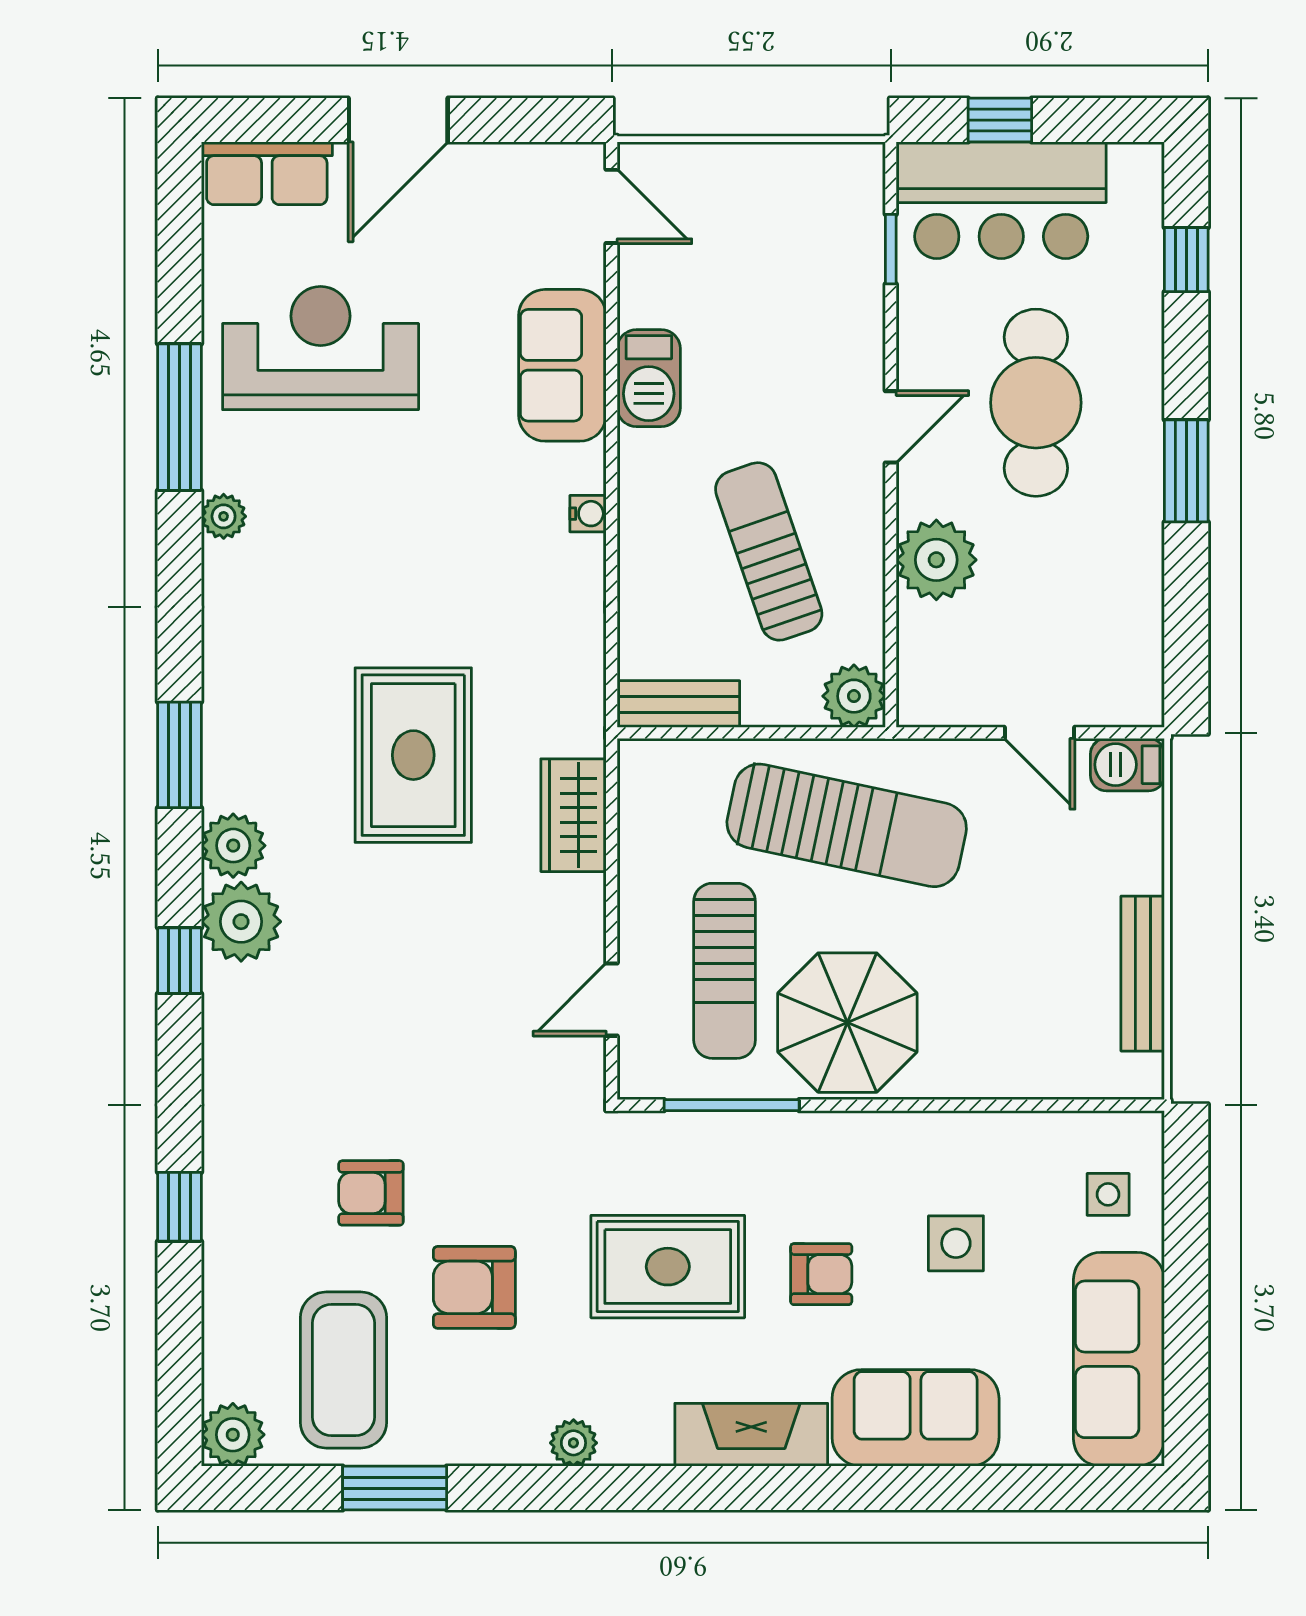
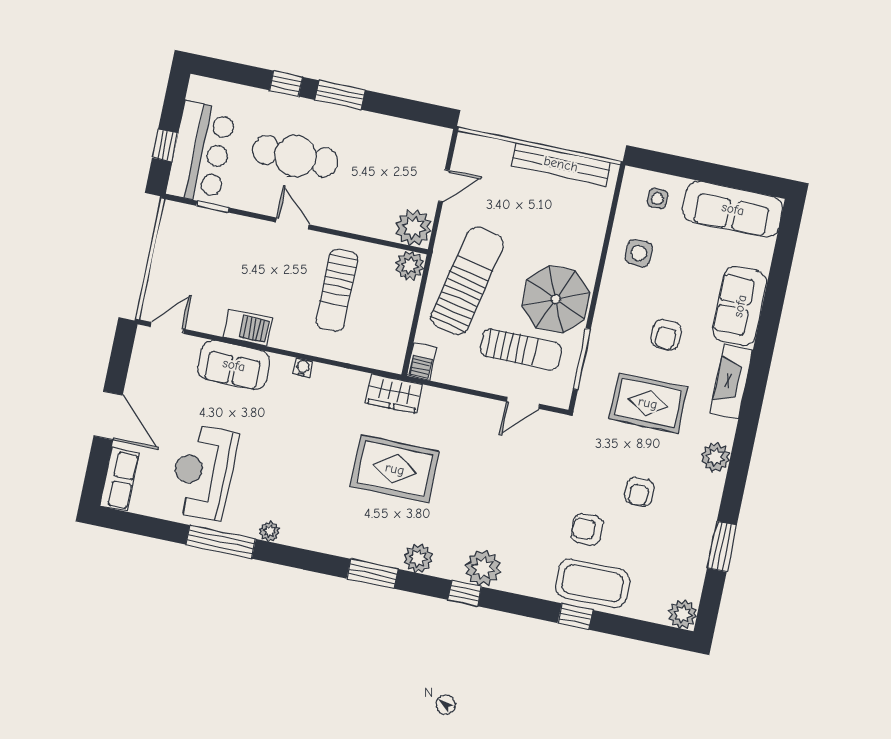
window: (1186, 260) -> (286, 84), moved
sun lounger: (769, 551) -> (337, 290), turned -71
plant: (936, 560) -> (414, 228), moved
bench: (678, 704) -> (397, 345), removed
barbecue: (1127, 765) -> (422, 362), moved
wardrobe: (574, 815) -> (394, 394), moved
plant: (241, 922) -> (483, 568), moved
bench: (1143, 974) -> (561, 164), width x1.37, depth x1.21
door: (612, 1000) -> (523, 403), hinge flipped
armchair: (371, 1193) -> (587, 529), turned 88
side table: (956, 1243) -> (639, 253), moved
rug: (668, 1267) -> (648, 403), turned 90
armchair: (821, 1274) -> (666, 335), turned 180
armchair: (474, 1287) -> (639, 492), width x0.72, depth x0.72
coffee table: (343, 1370) -> (593, 583), moved
plant: (573, 1443) -> (715, 457), width x1.38, depth x1.38

